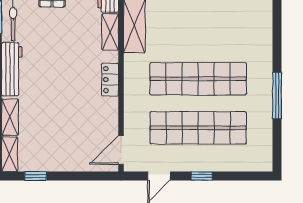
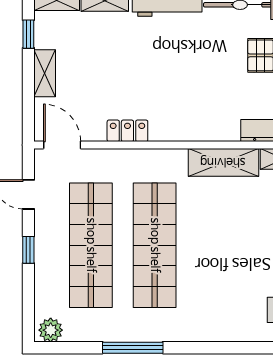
shelving: (110, 32) -> (45, 73), moved, turned 90
locker: (110, 80) -> (127, 131), moved
plant: (263, 159) -> (51, 330), added

